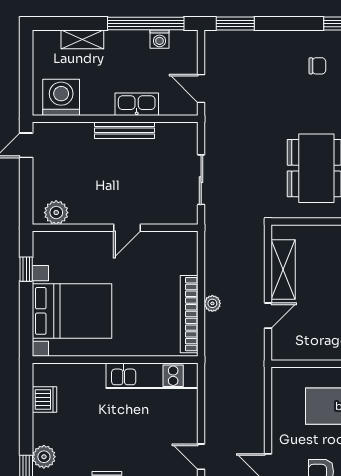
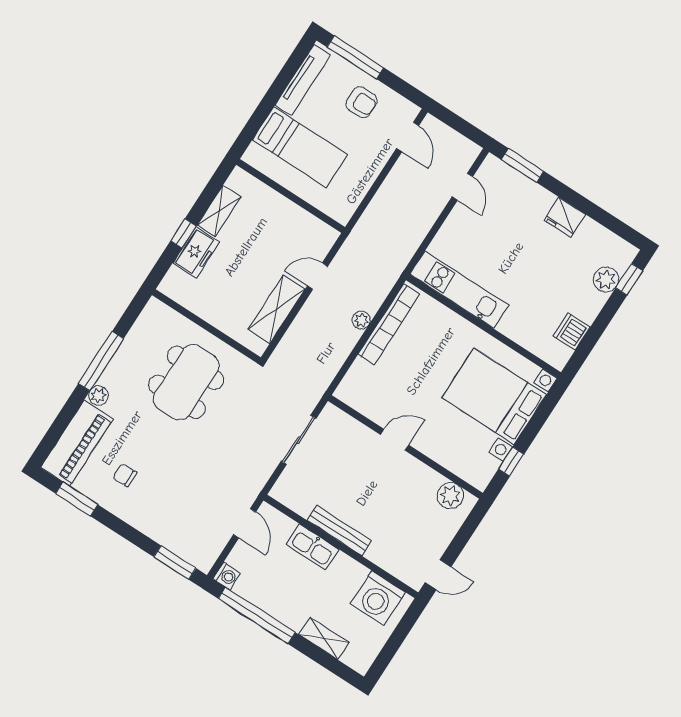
washing machine: (160, 39) -> (227, 576), moved, turned 90

